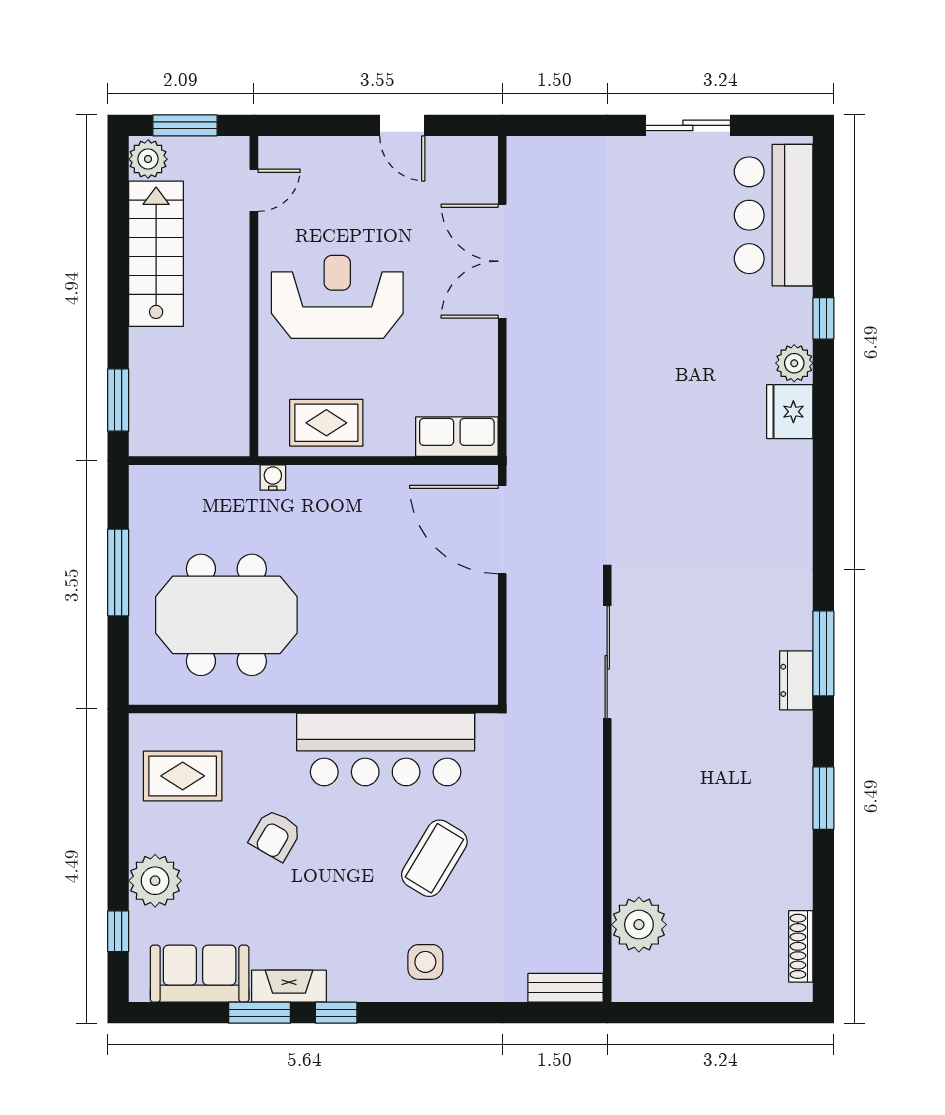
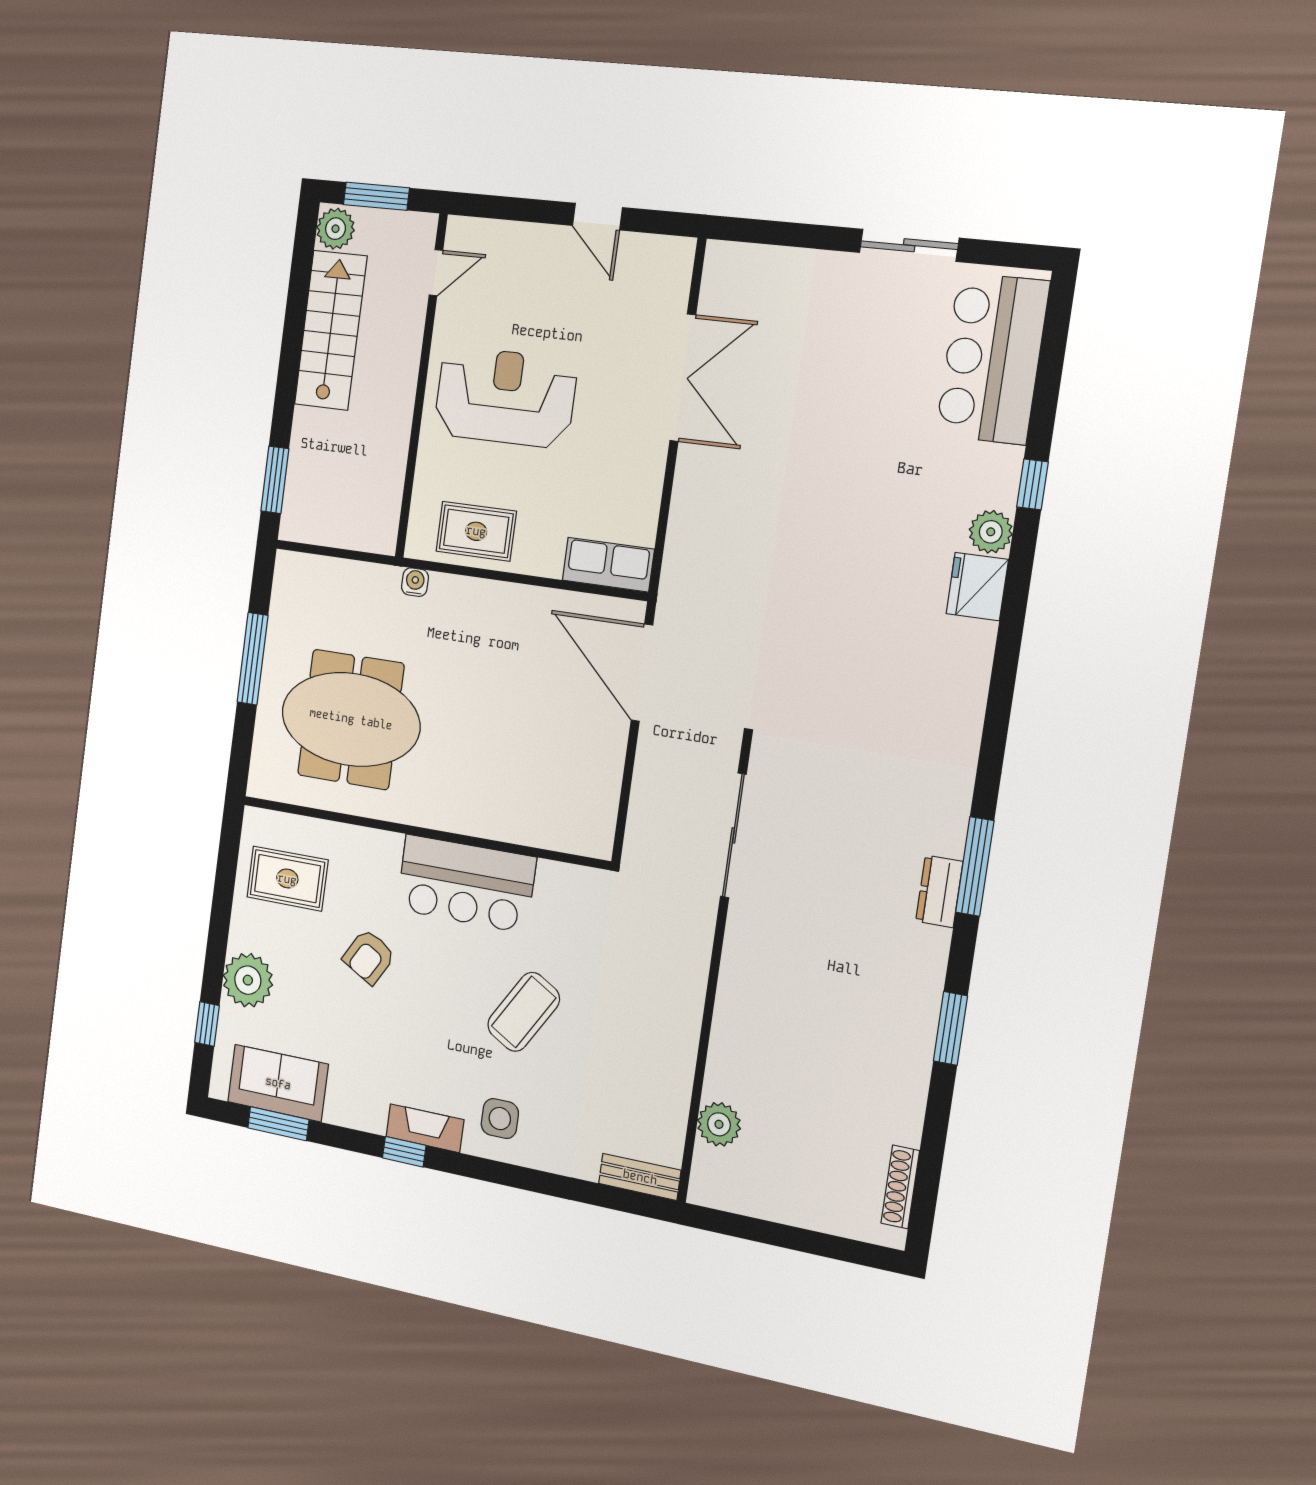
double door: (502, 261) -> (683, 378), swing flipped
bar counter: (386, 749) -> (466, 883), width x0.73
plant: (639, 925) -> (719, 1124), width x0.73, depth x0.73
fireplace: (289, 986) -> (425, 1128), moved
window: (259, 1013) -> (278, 1124), moved

